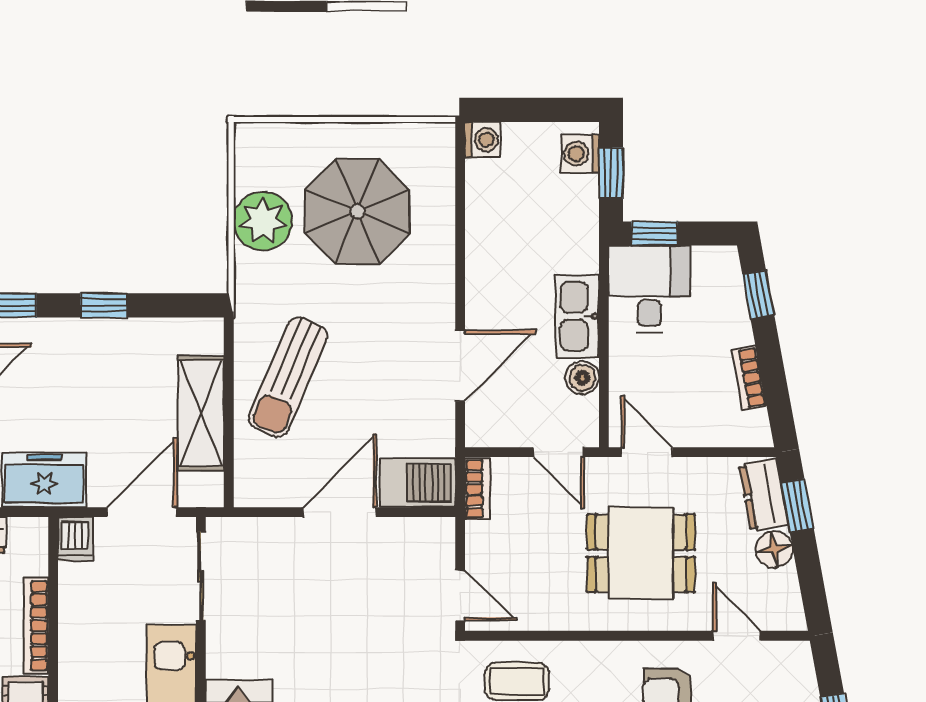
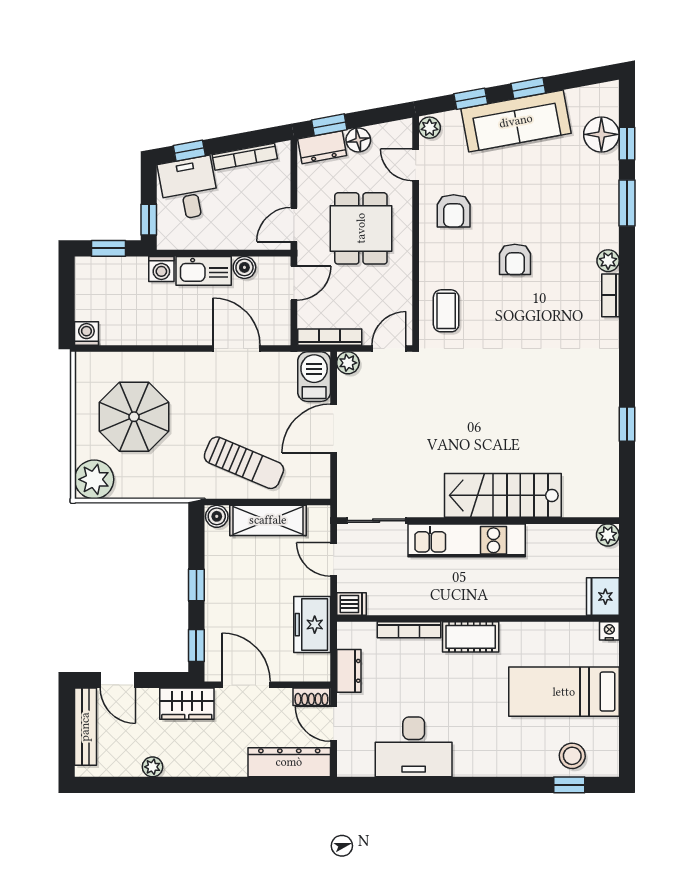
washing machine: (580, 154) -> (161, 269), moved
plant: (263, 221) -> (94, 479), moved
desk: (649, 289) -> (189, 188), moved, turned 80
boiler: (207, 336) -> (217, 516), added
bookcase: (749, 378) -> (245, 157), width x1.56
bookcase: (477, 489) -> (330, 337), width x1.56
door: (142, 512) -> (334, 560), width x0.73
door: (340, 512) -> (334, 428), hinge flipped
plant: (439, 534) -> (348, 363), added
door: (737, 636) -> (416, 165), hinge flipped
plant: (793, 657) -> (430, 128), added

